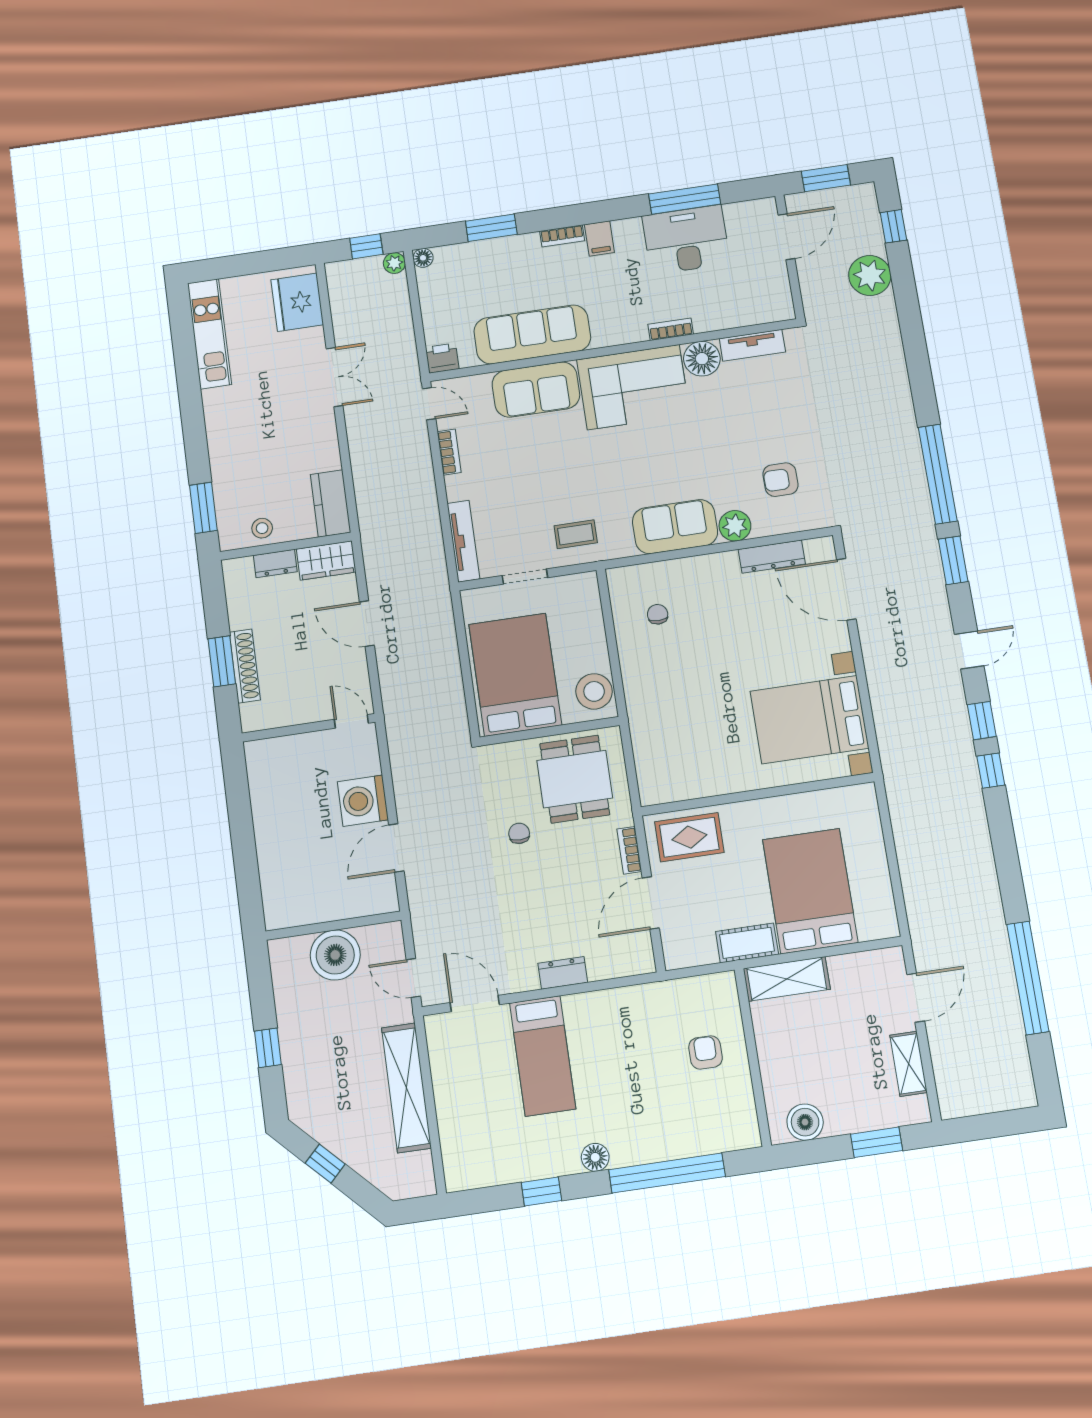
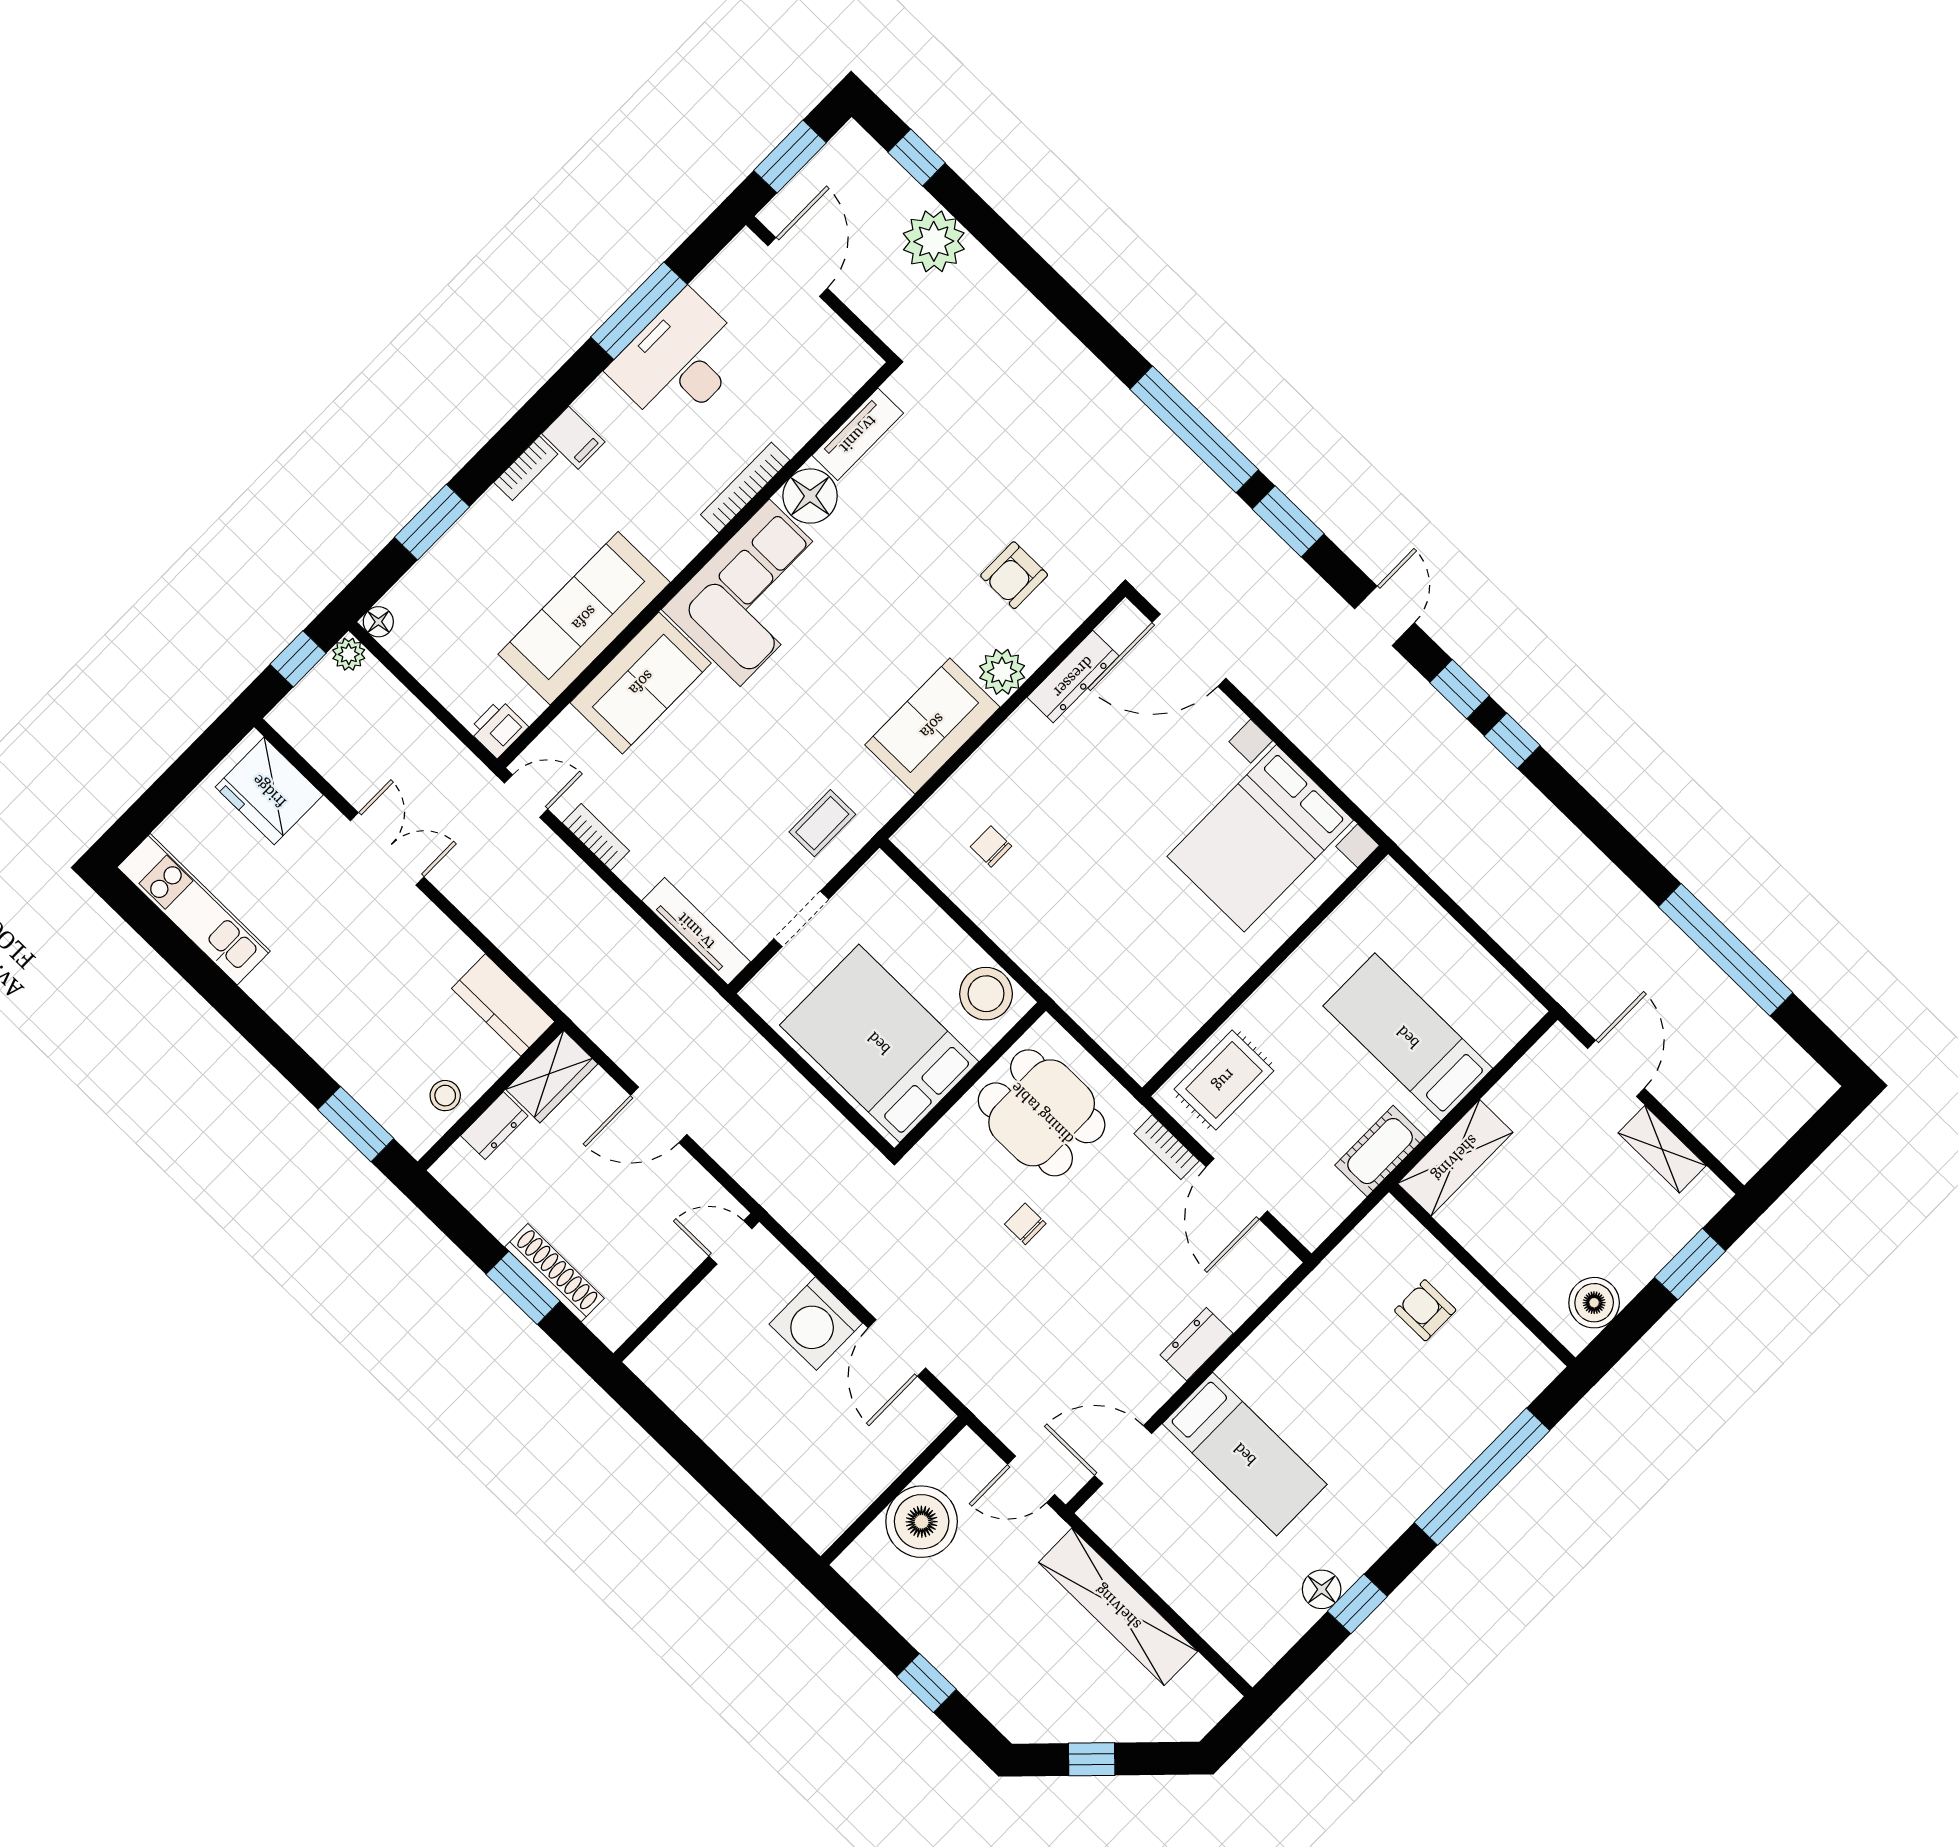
bookcase: (671, 329) -> (745, 487), width x1.56
bed: (810, 891) -> (1408, 1037), width x0.67
floor lamp: (595, 1157) -> (1322, 1589), moved

